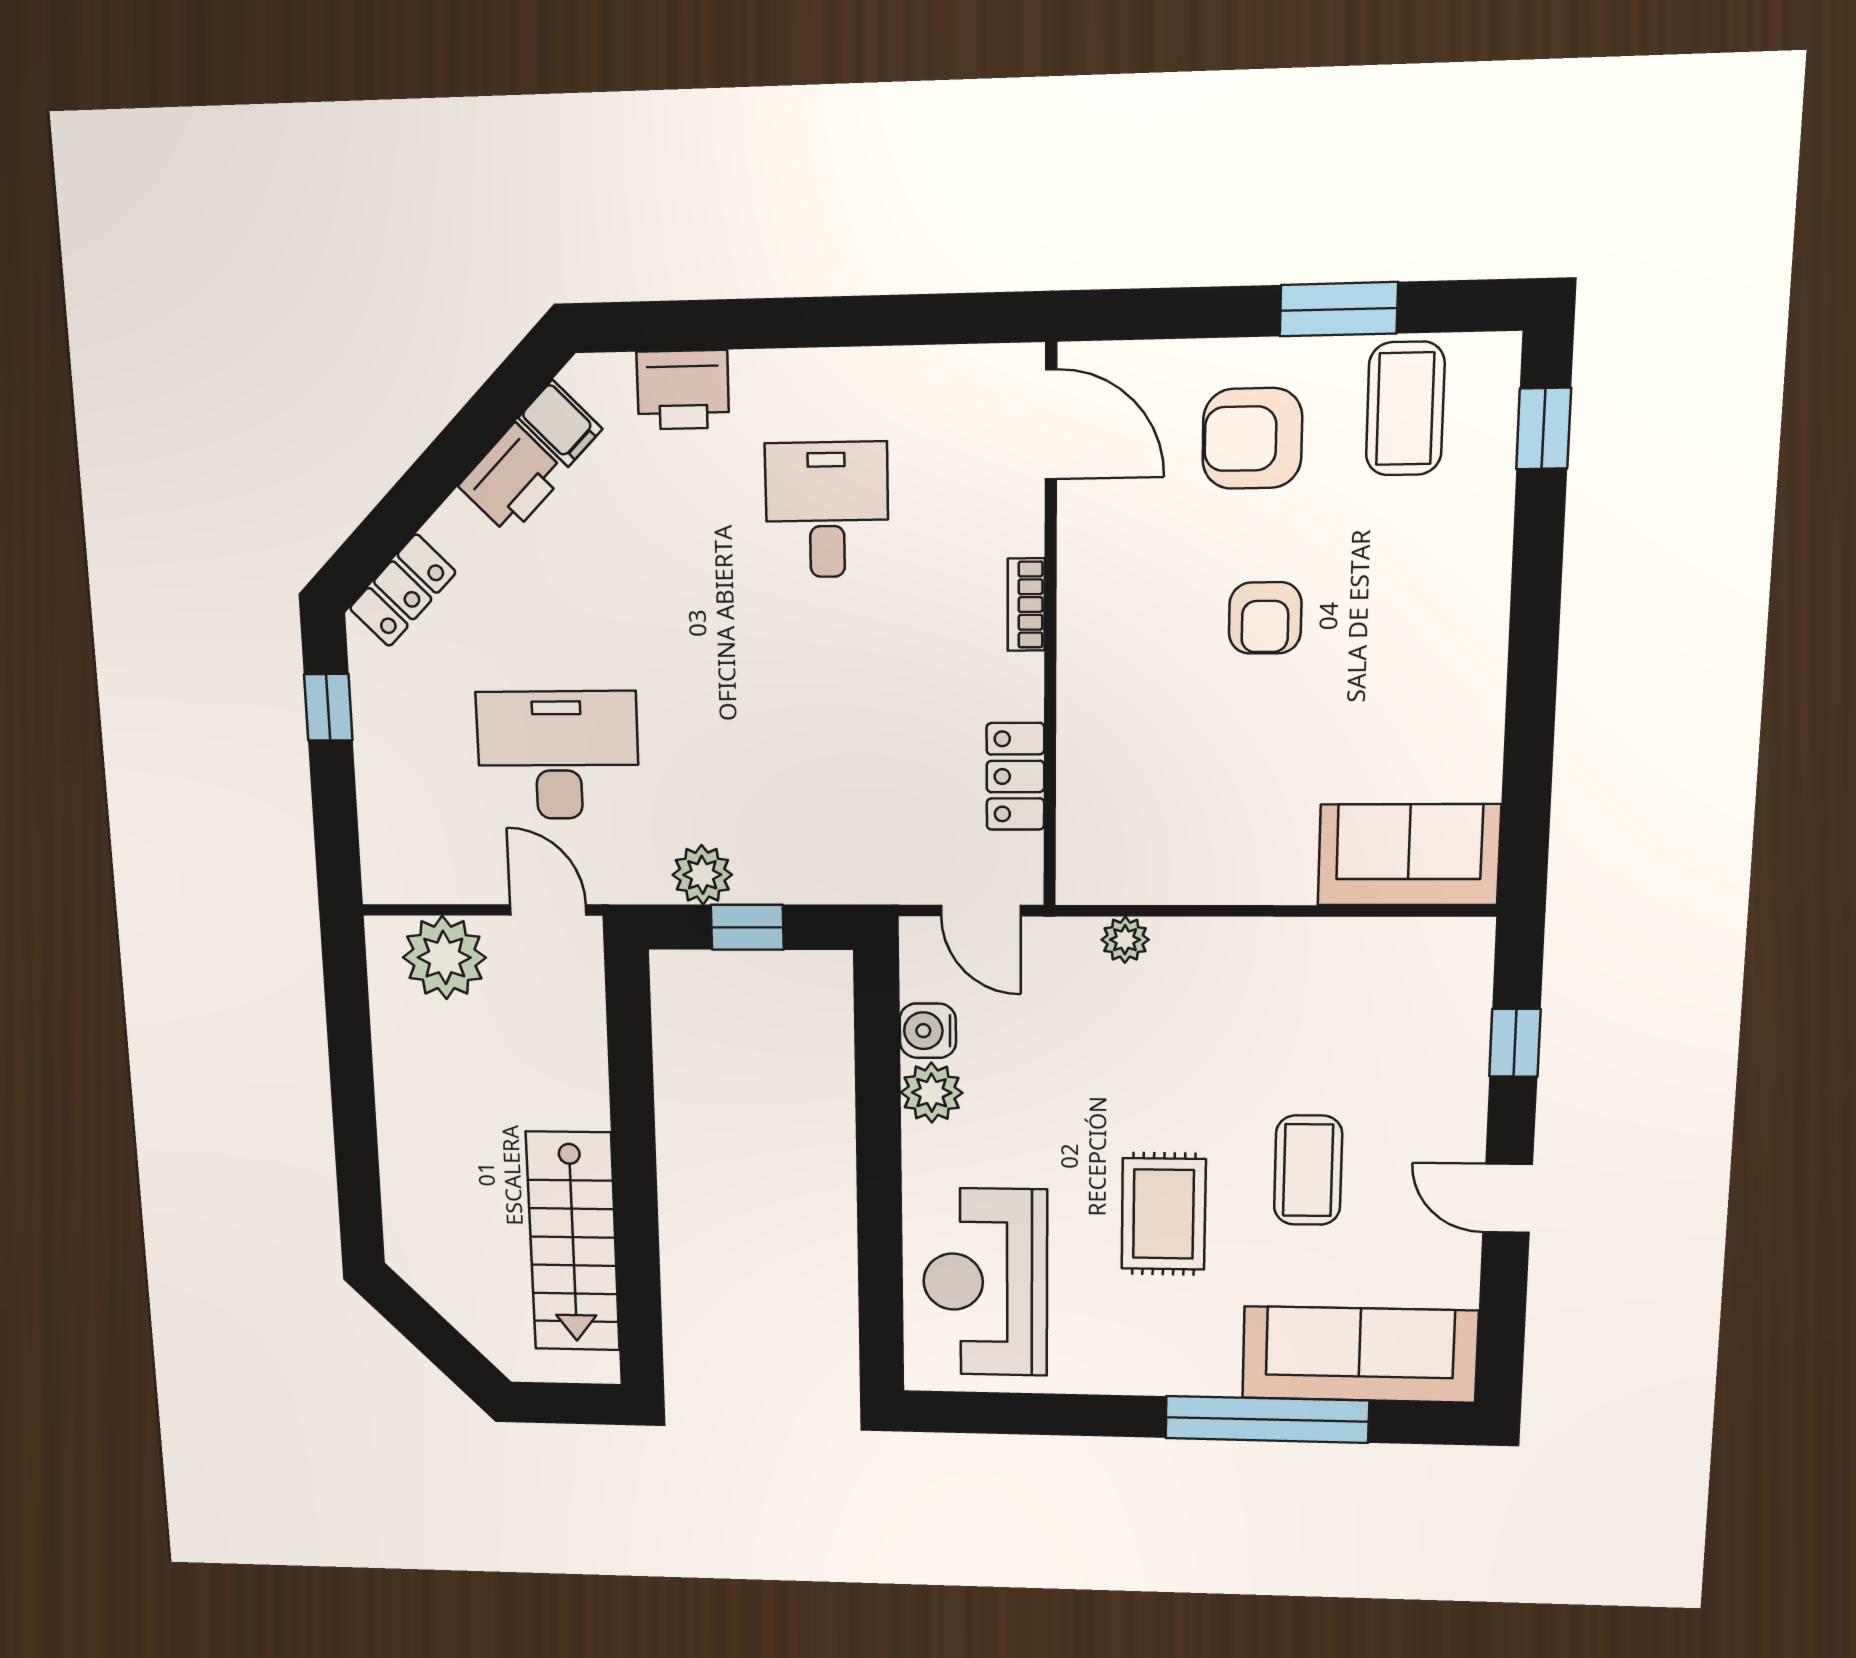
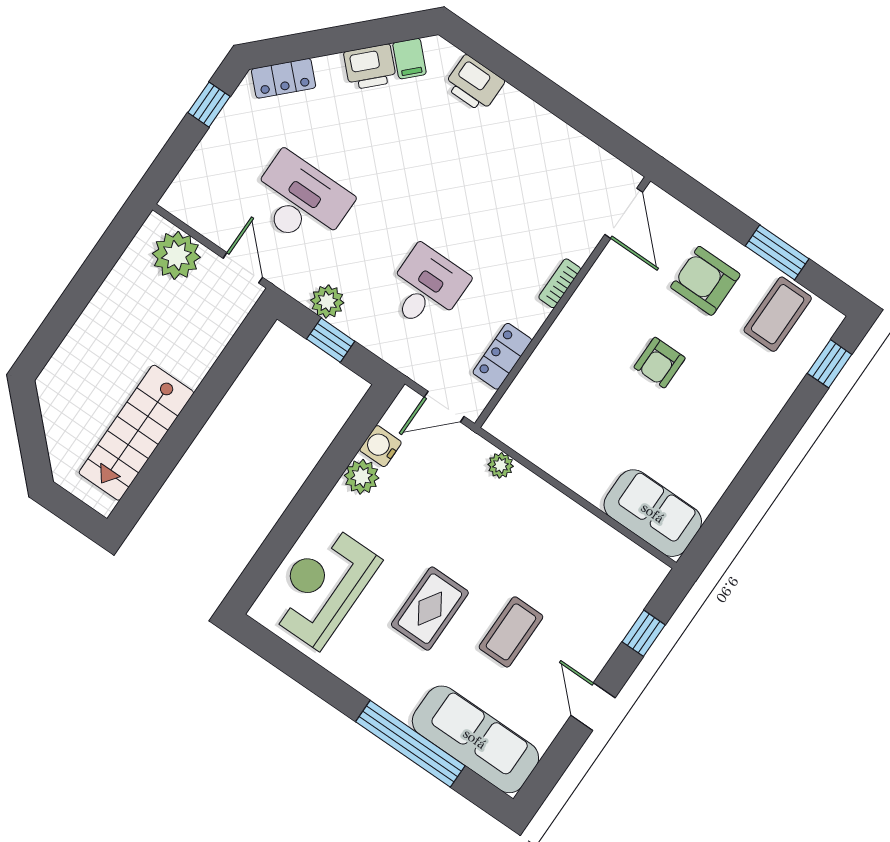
desk: (827, 510) -> (426, 288), moved
door: (981, 911) -> (444, 407), hinge flipped

